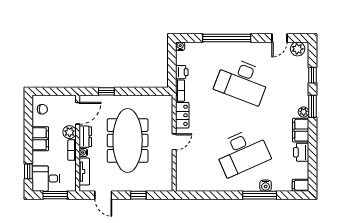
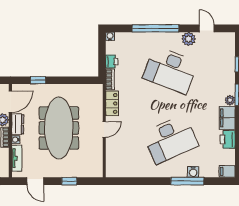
door: (280, 38) -> (207, 28), swing flipped
plant: (298, 49) -> (189, 39), moved

